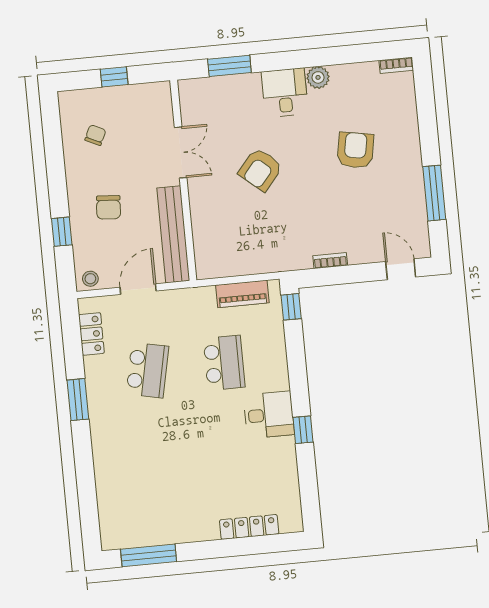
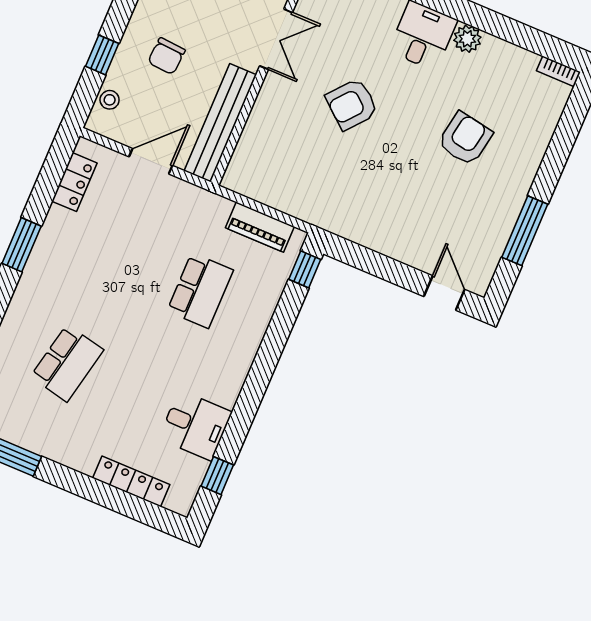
bookcase: (330, 261) -> (374, 243), removed
stool: (90, 279) -> (110, 100), moved
school desk: (147, 370) -> (67, 363), moved
desk: (269, 415) -> (195, 425), moved
window: (303, 430) -> (217, 476), moved

